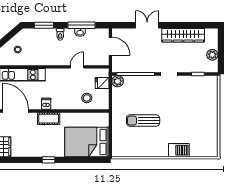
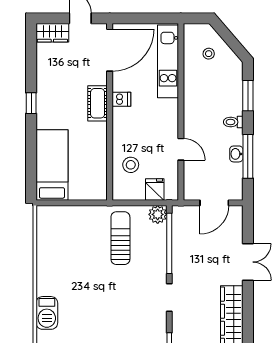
sun lounger: (143, 121) -> (120, 238), moved
bed: (87, 142) -> (52, 165), width x0.67

